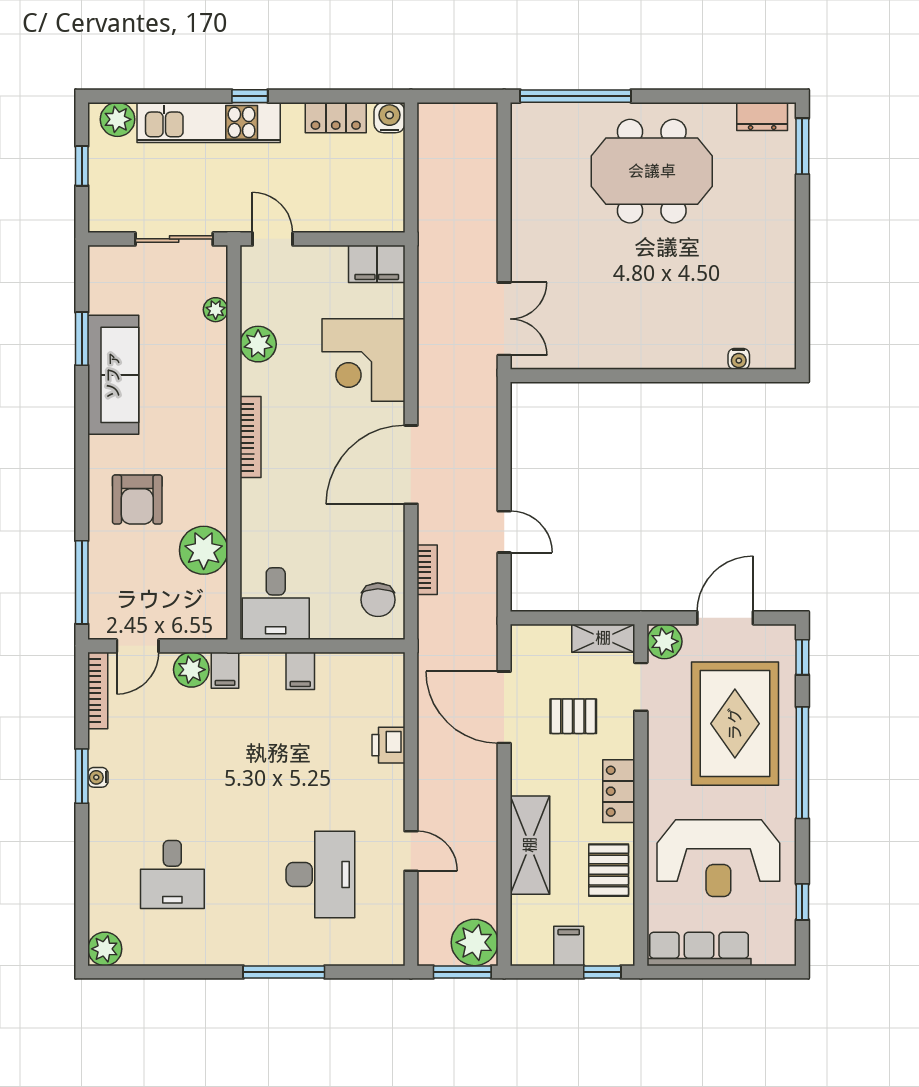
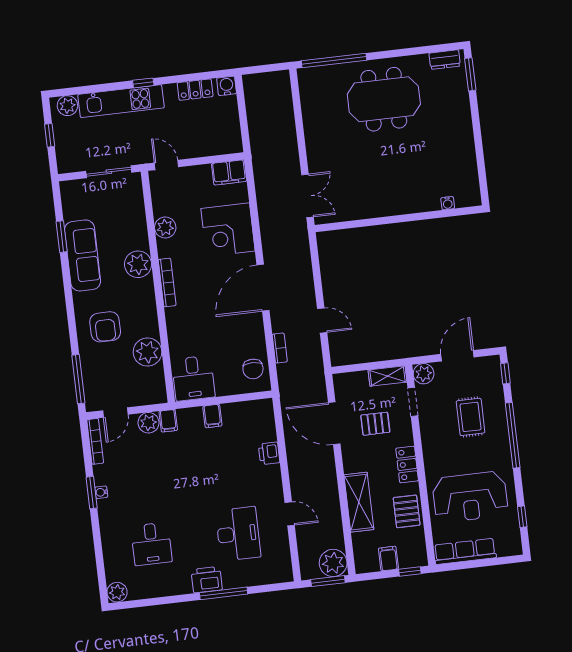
plant: (216, 310) -> (138, 264), moved, width x1.88, depth x1.88
rug: (735, 724) -> (471, 417), width x0.54, depth x0.49
printer: (258, 946) -> (207, 580), added

